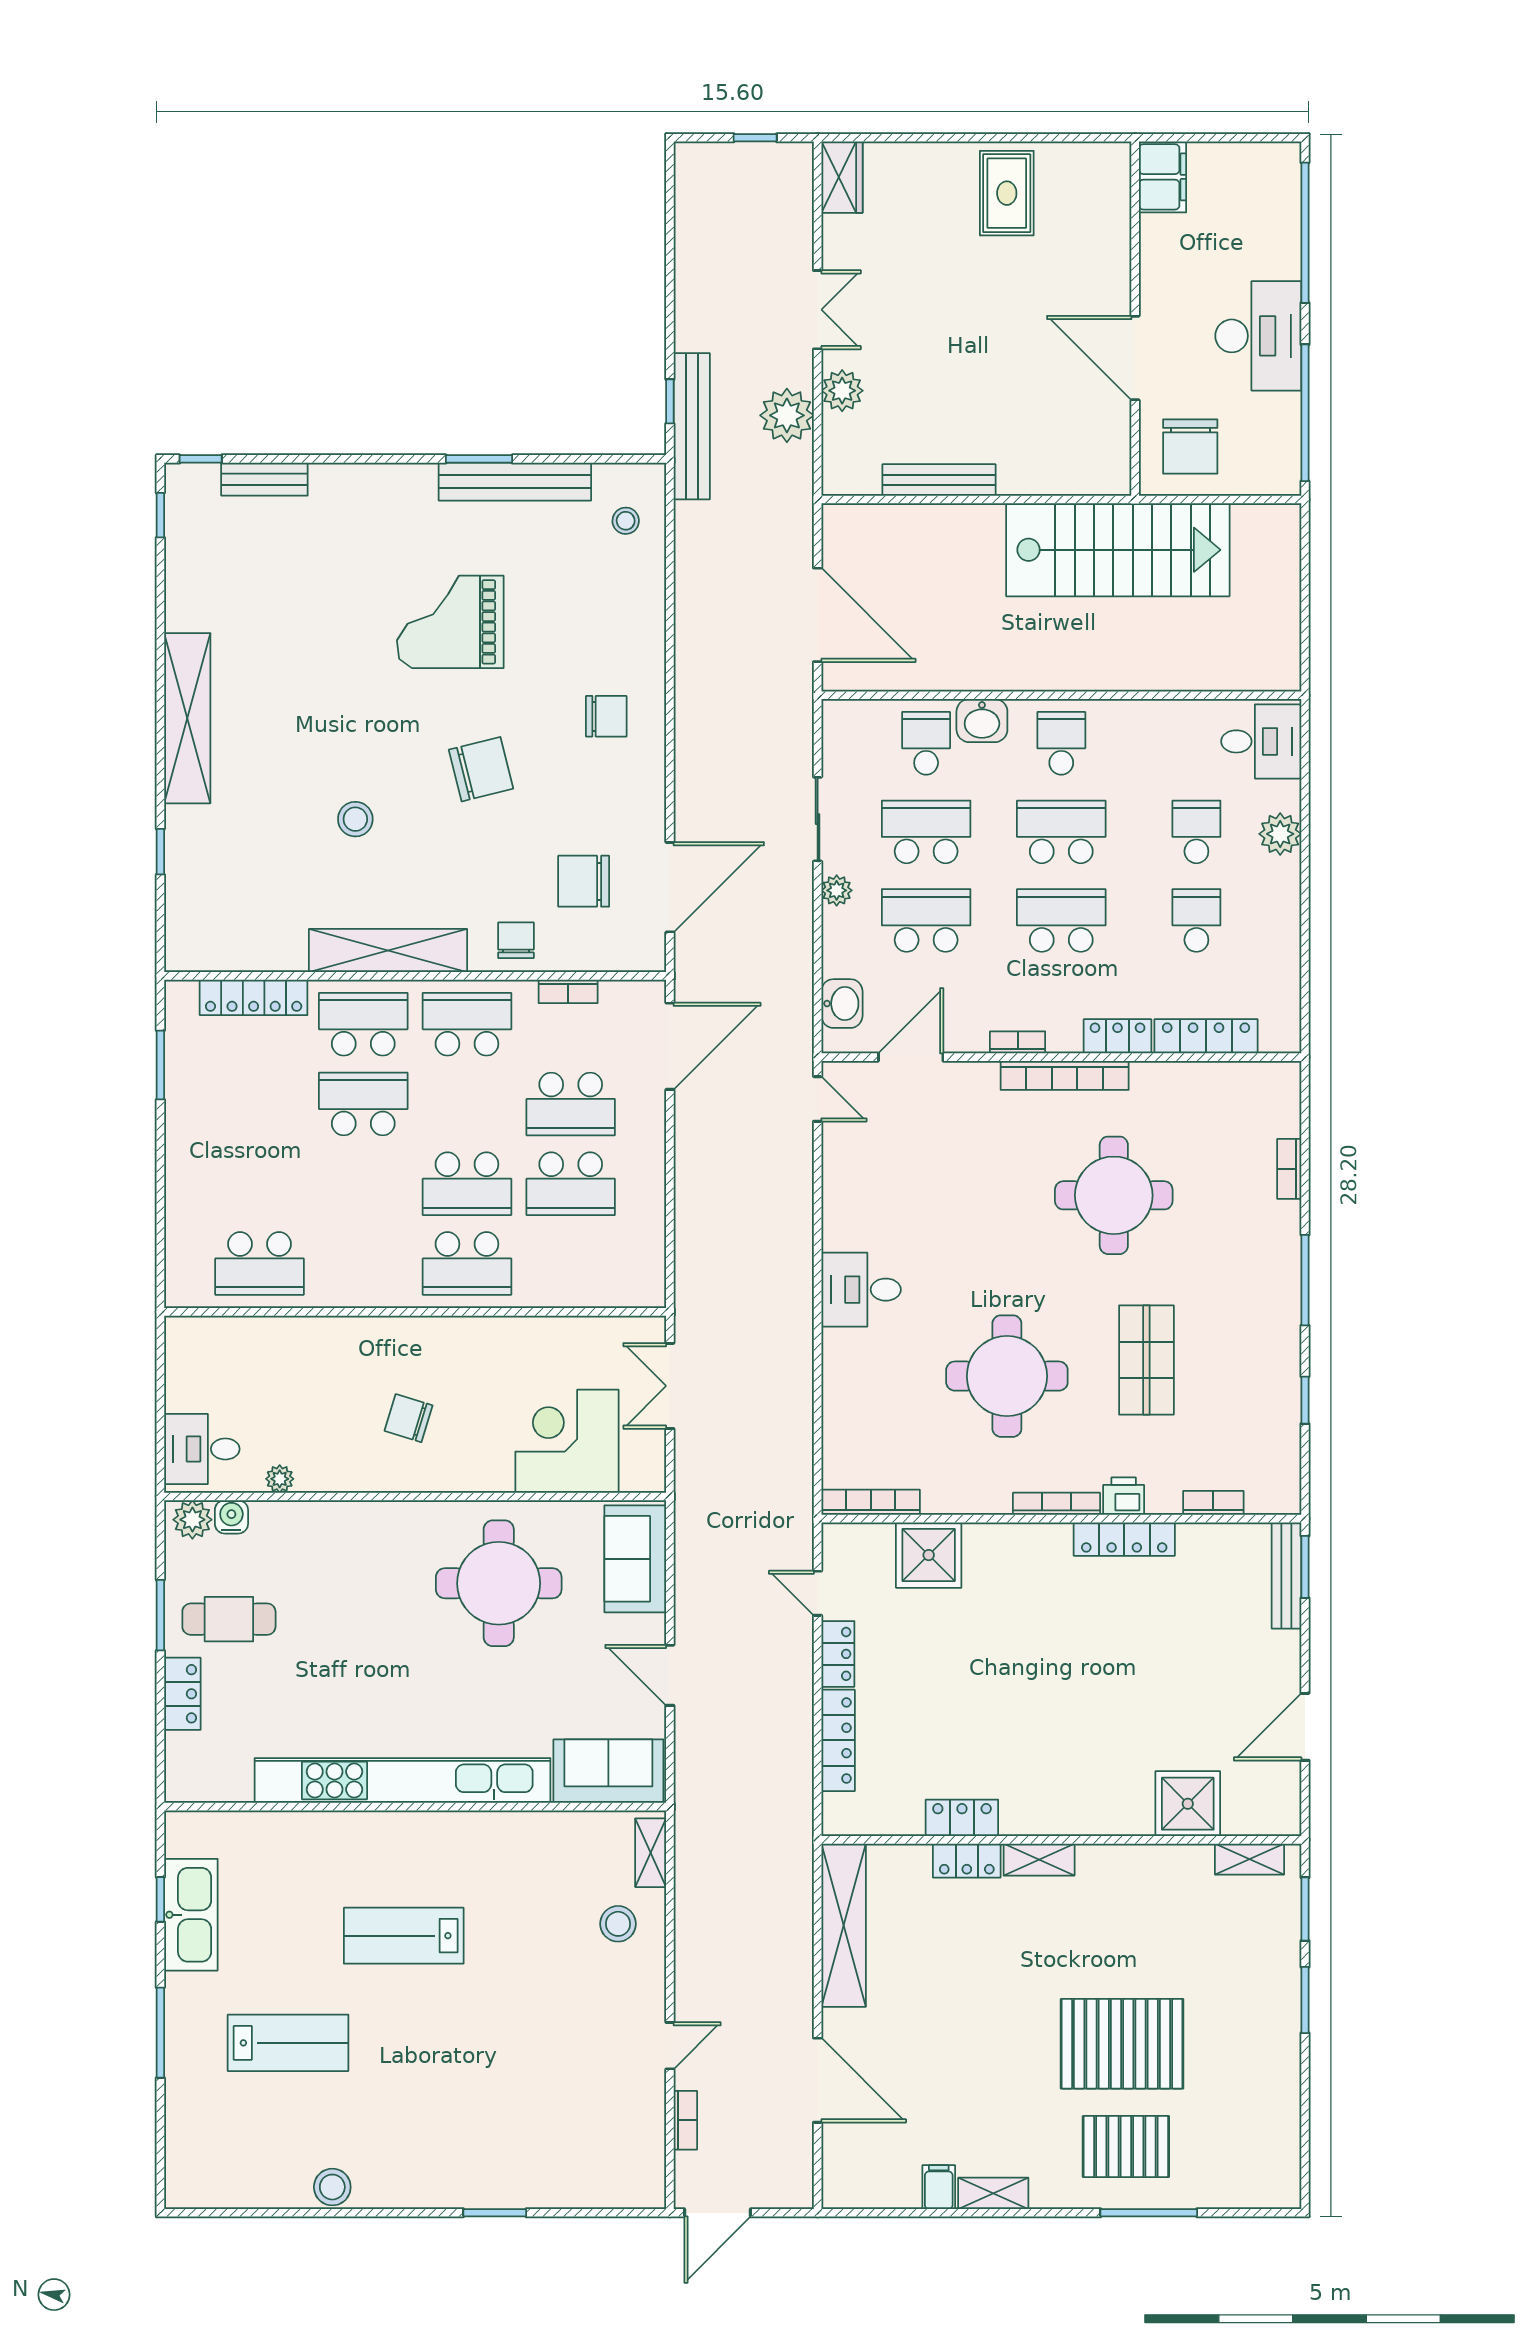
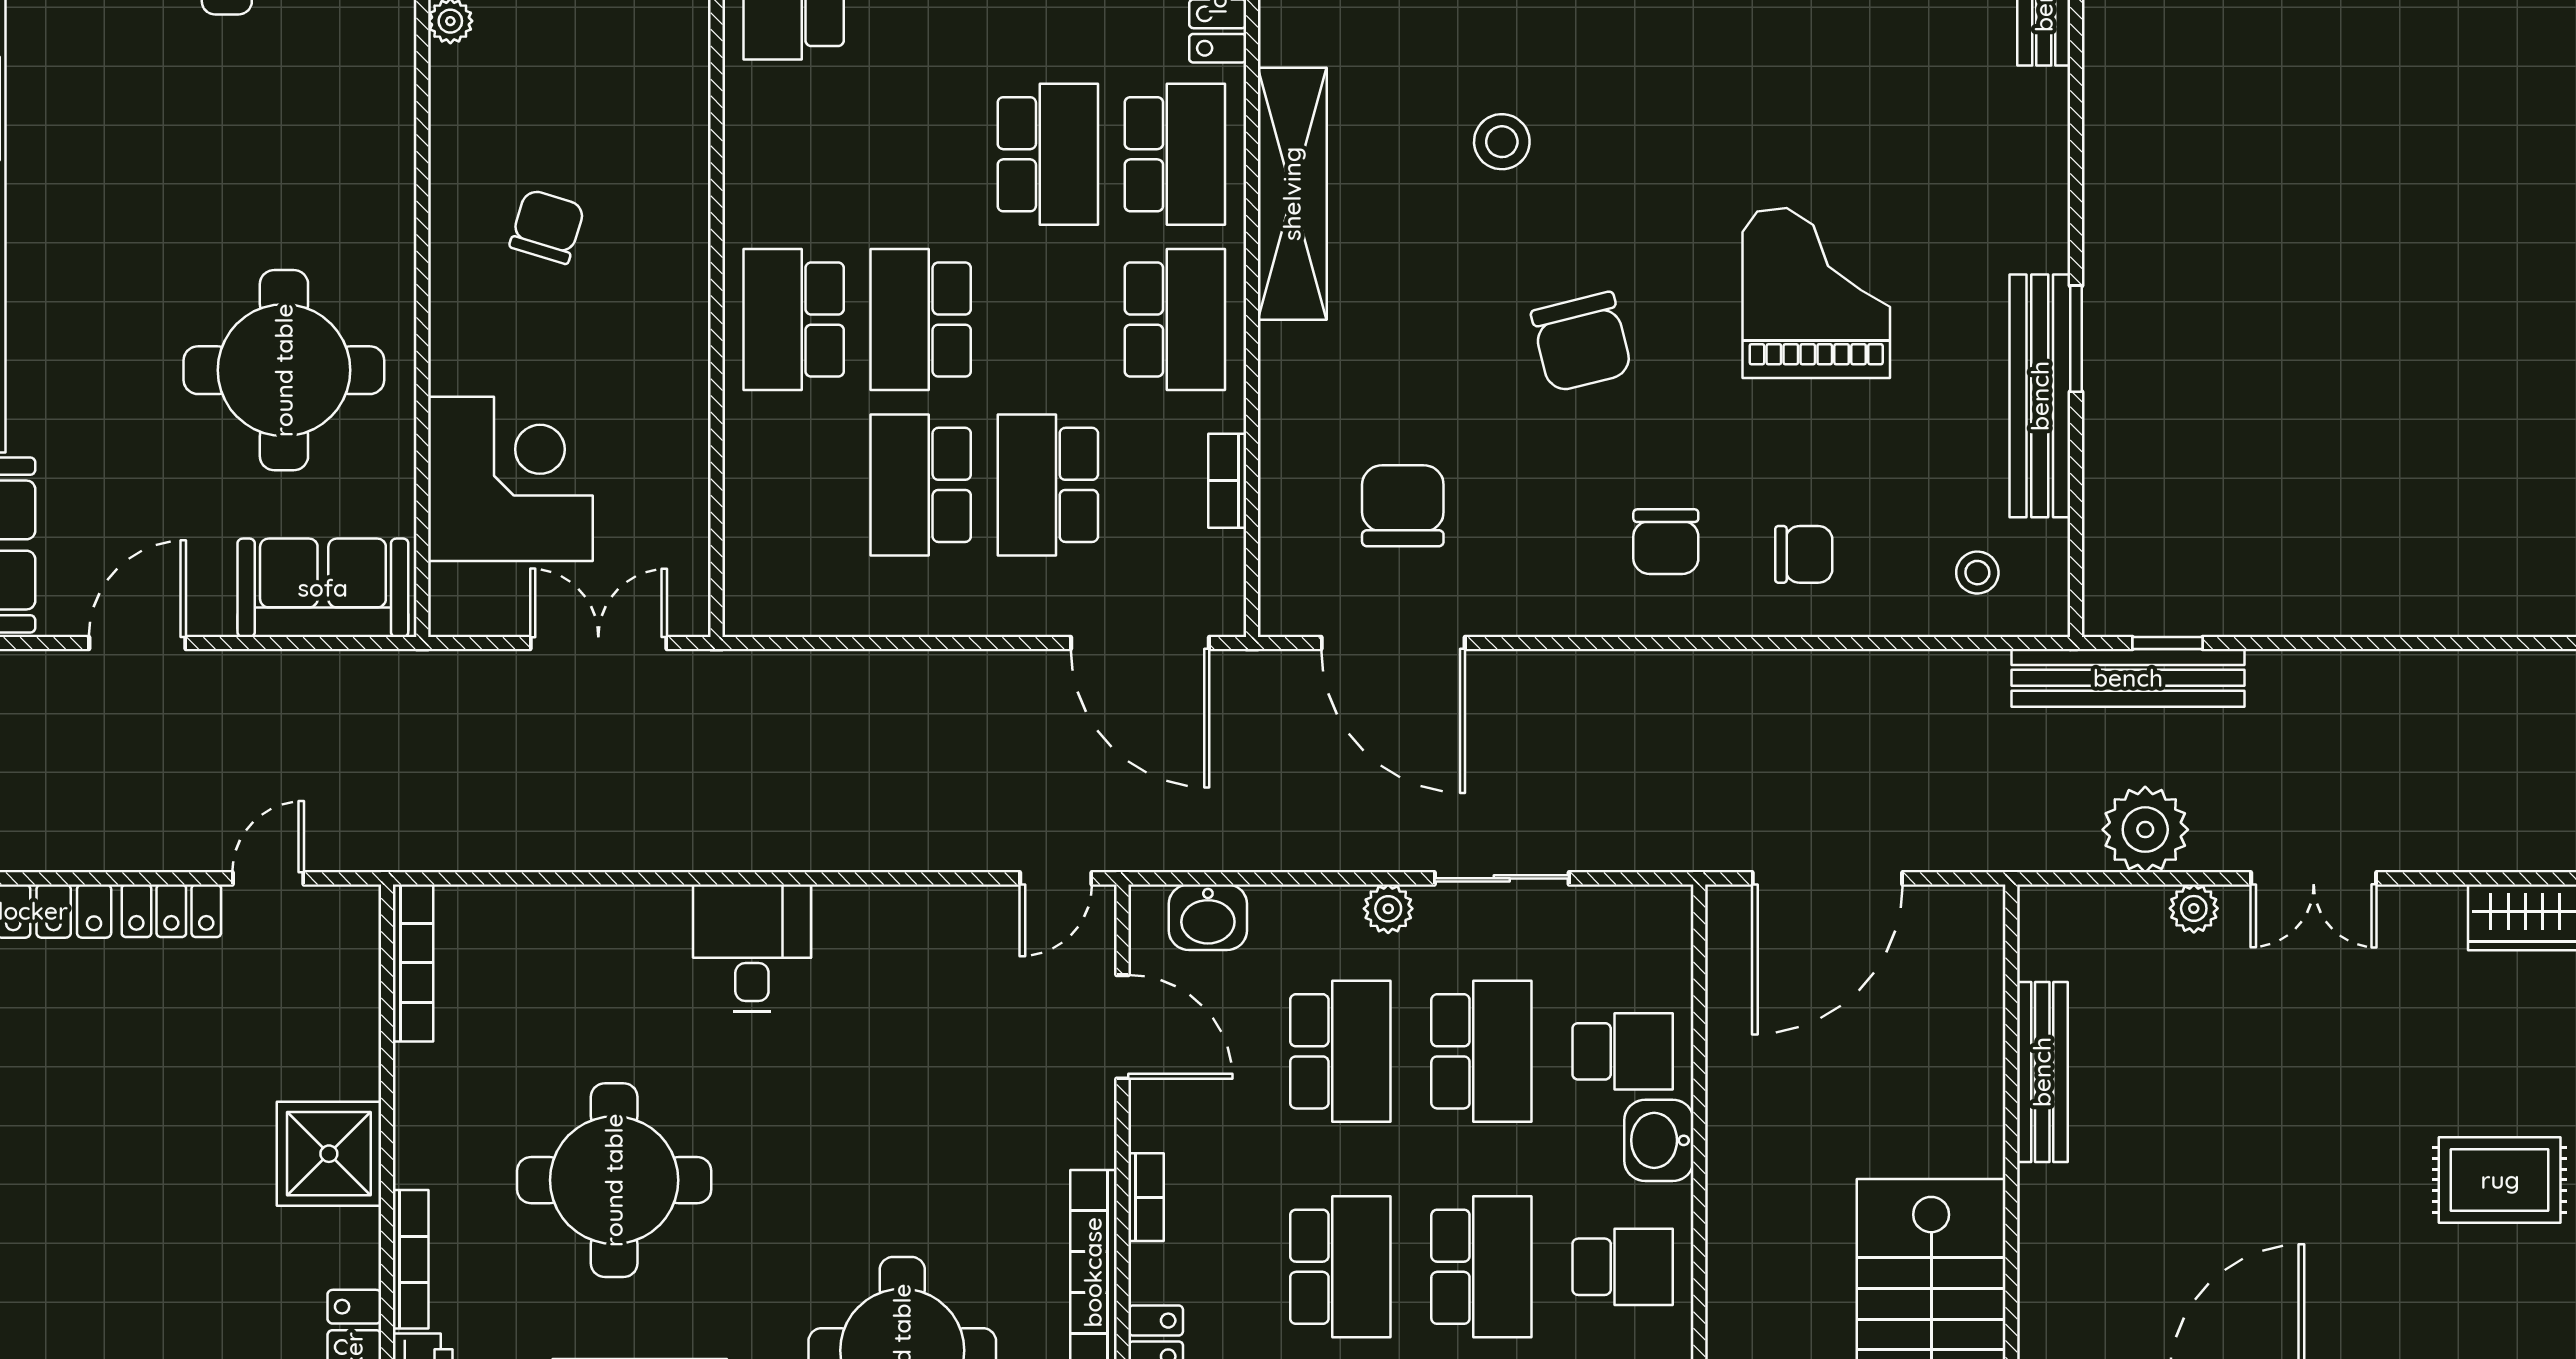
plant: (842, 391) -> (2194, 908), width x0.73, depth x0.73
chair: (516, 940) -> (1804, 554), moved
shower: (929, 1555) -> (329, 1154), moved

